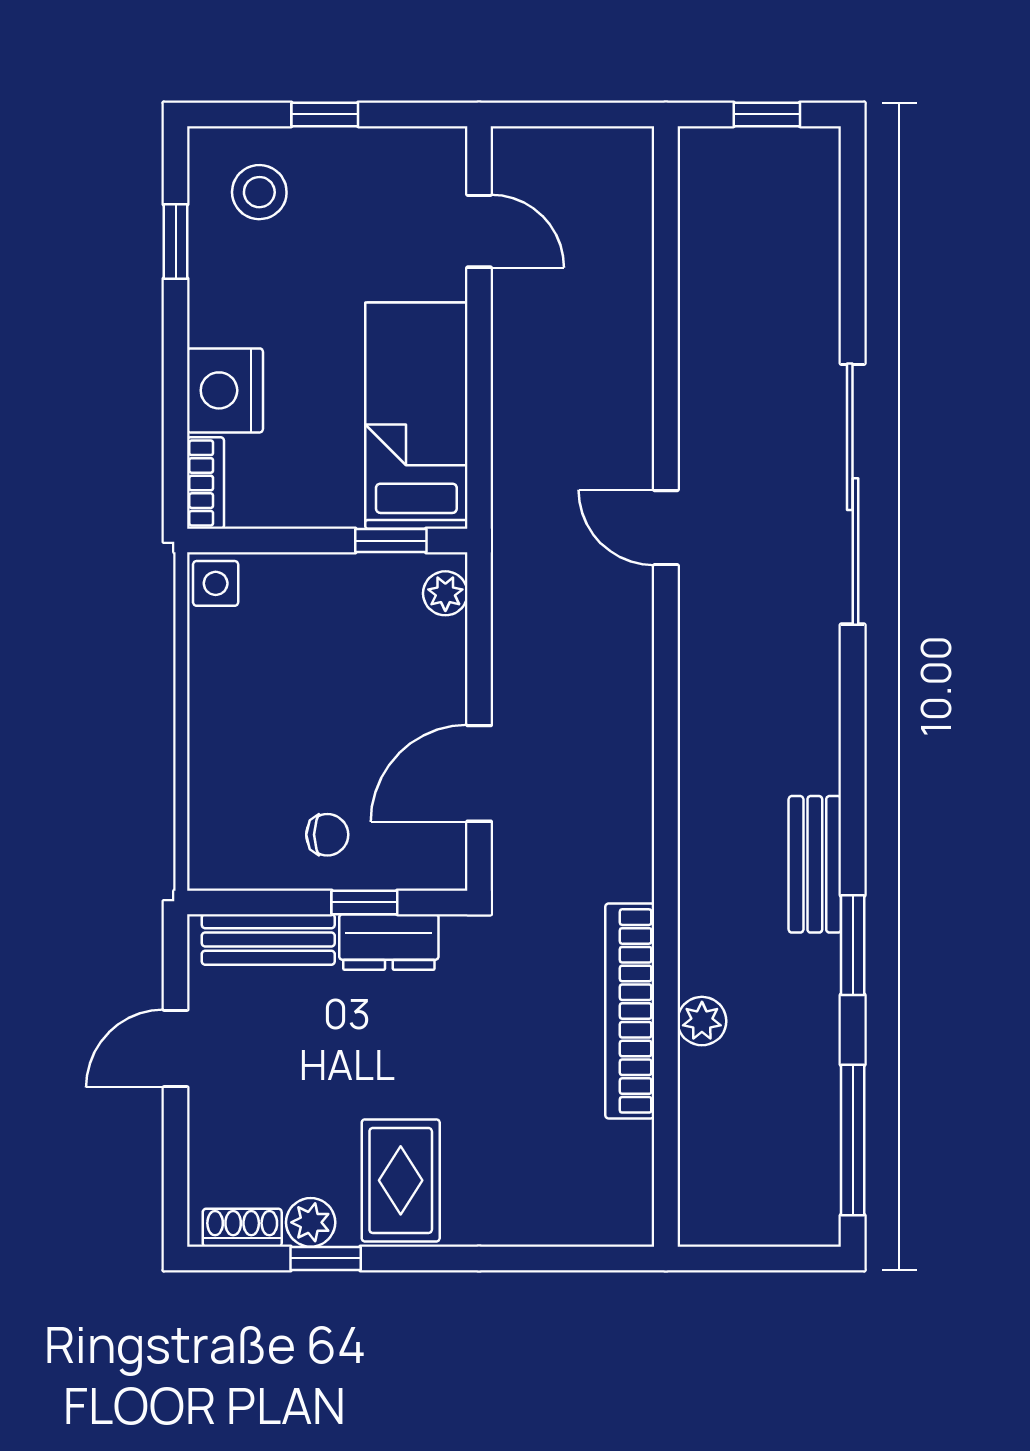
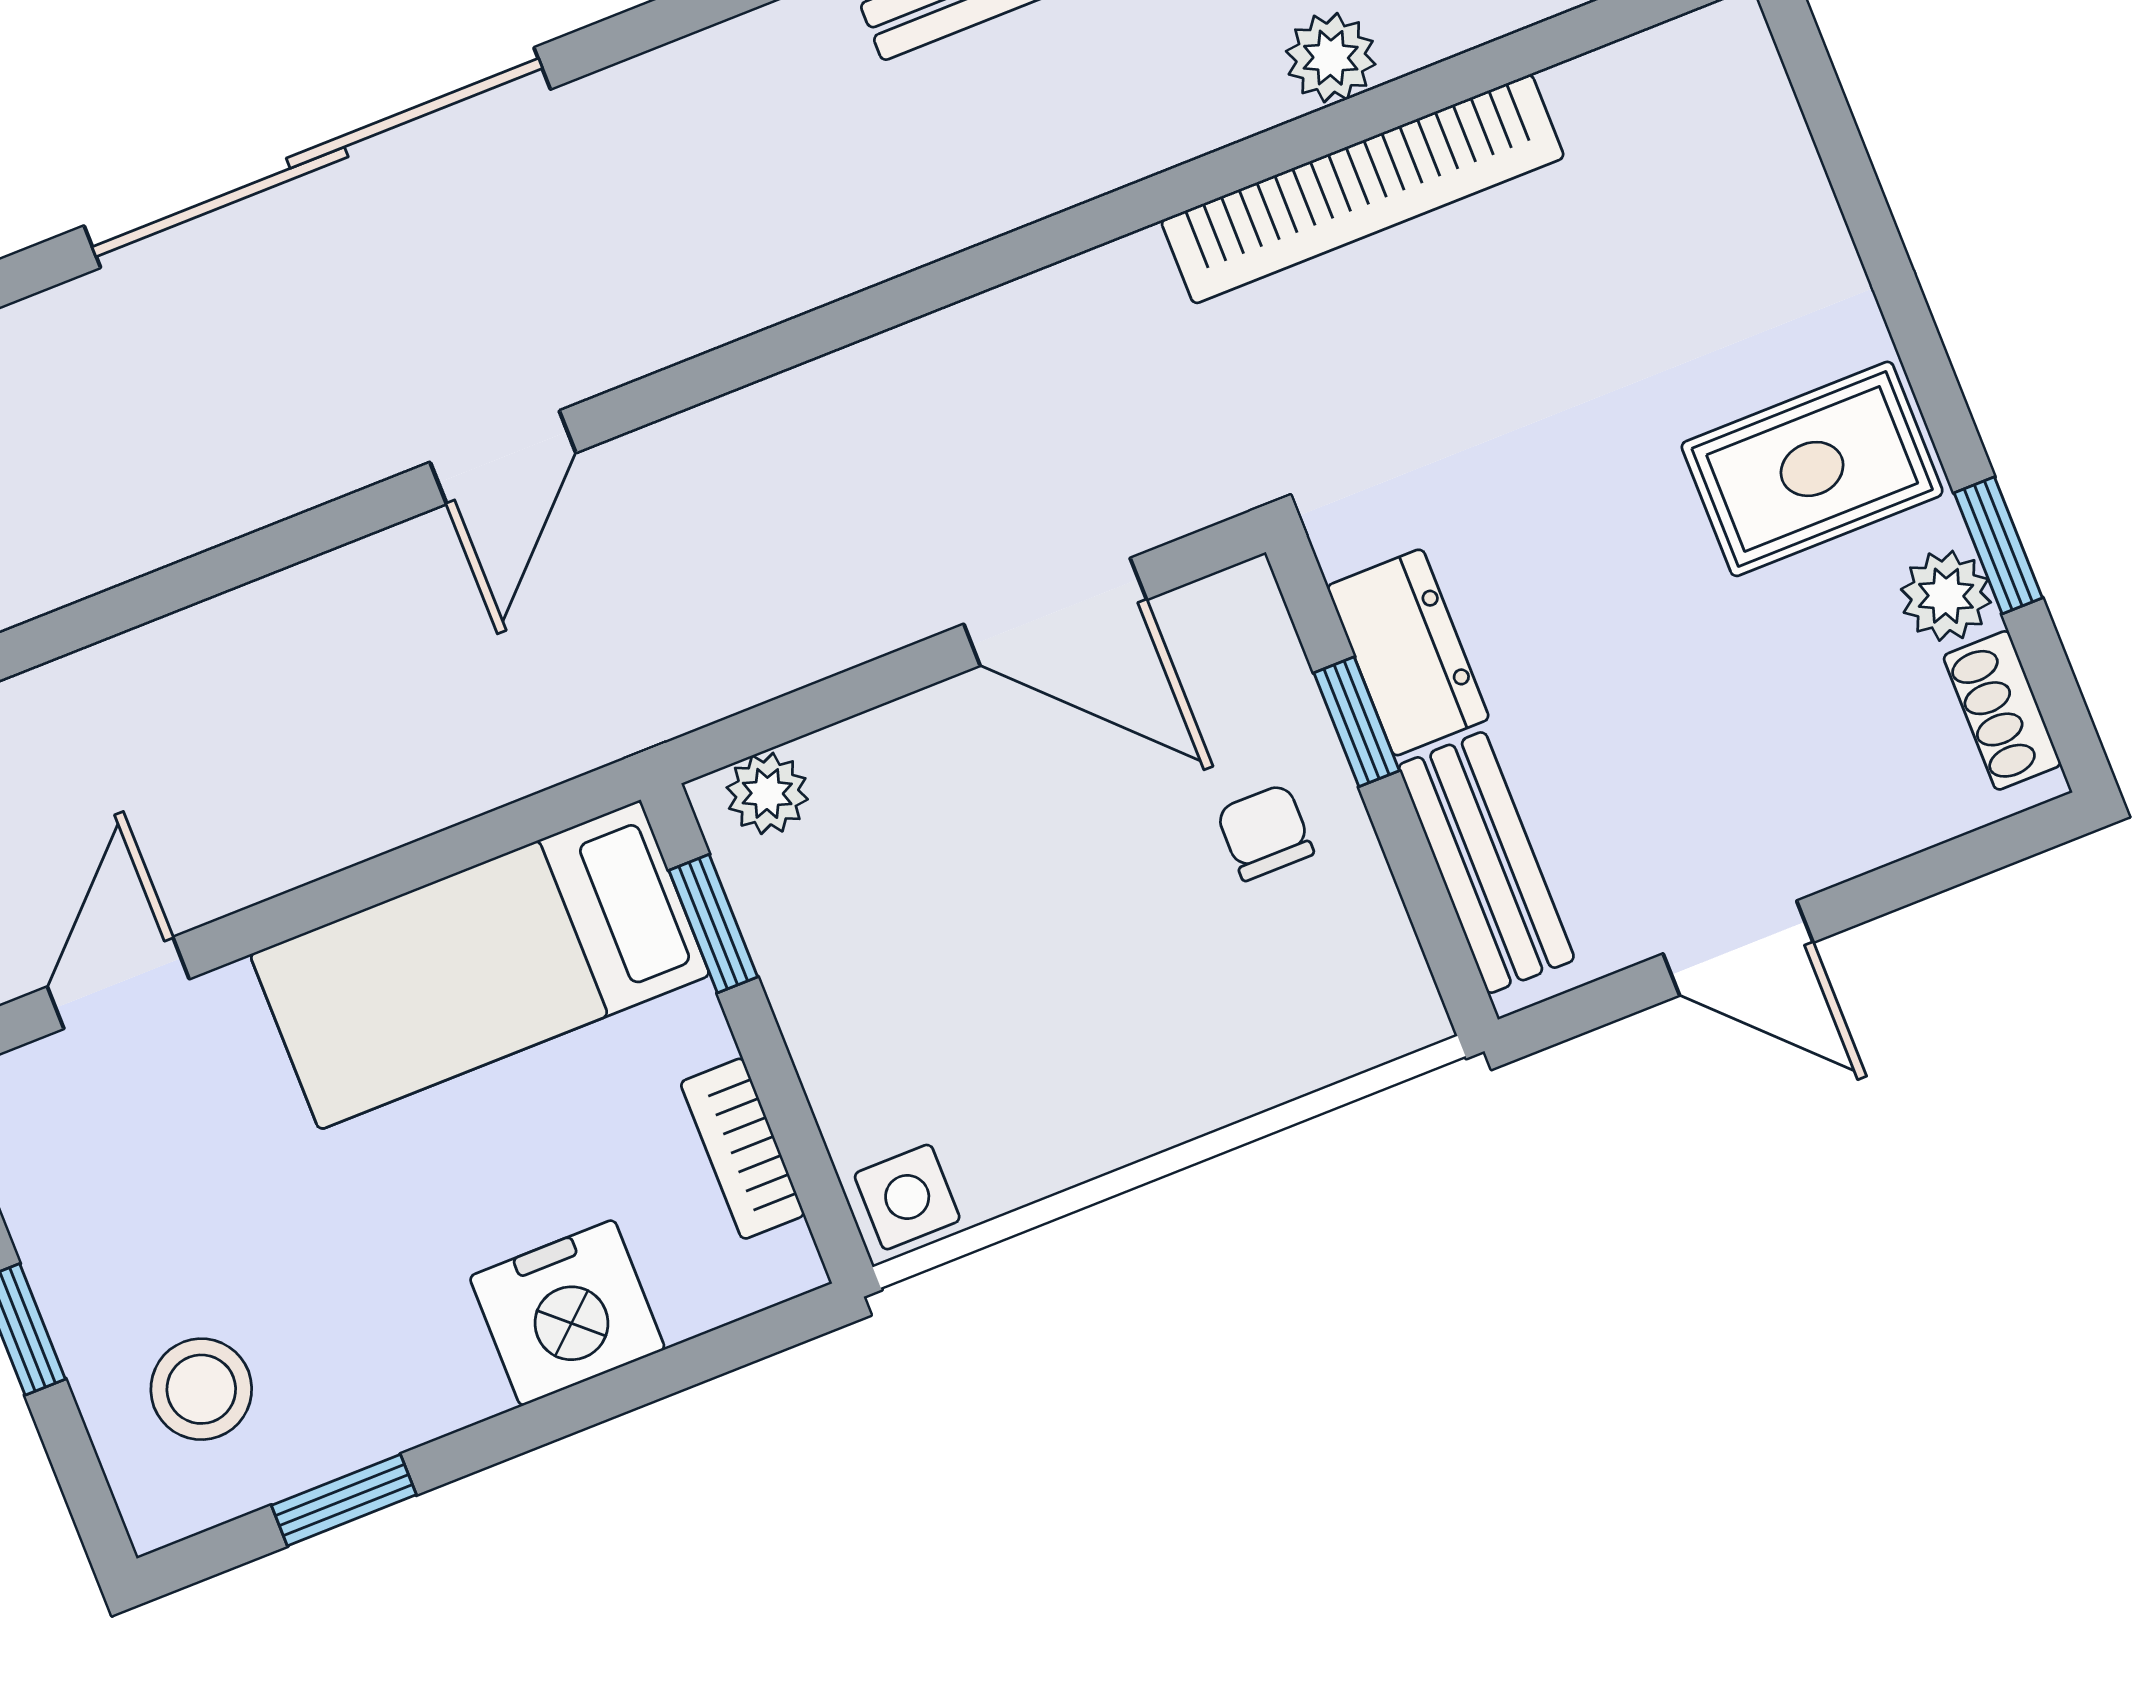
bookcase: (206, 483) -> (742, 1149), moved, turned -90

